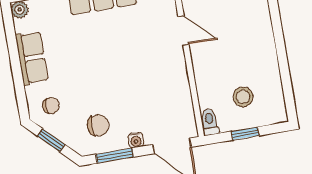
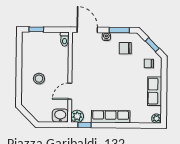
door: (183, 30) -> (70, 91), hinge flipped
stool: (243, 97) -> (39, 79), moved
window: (245, 134) -> (36, 29), moved

